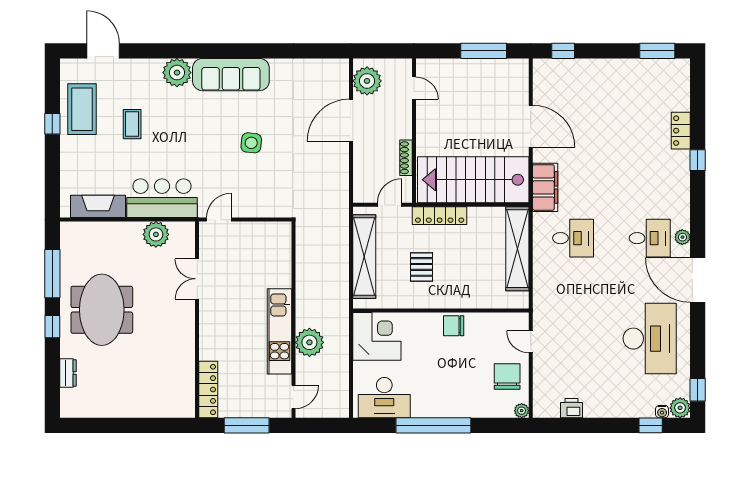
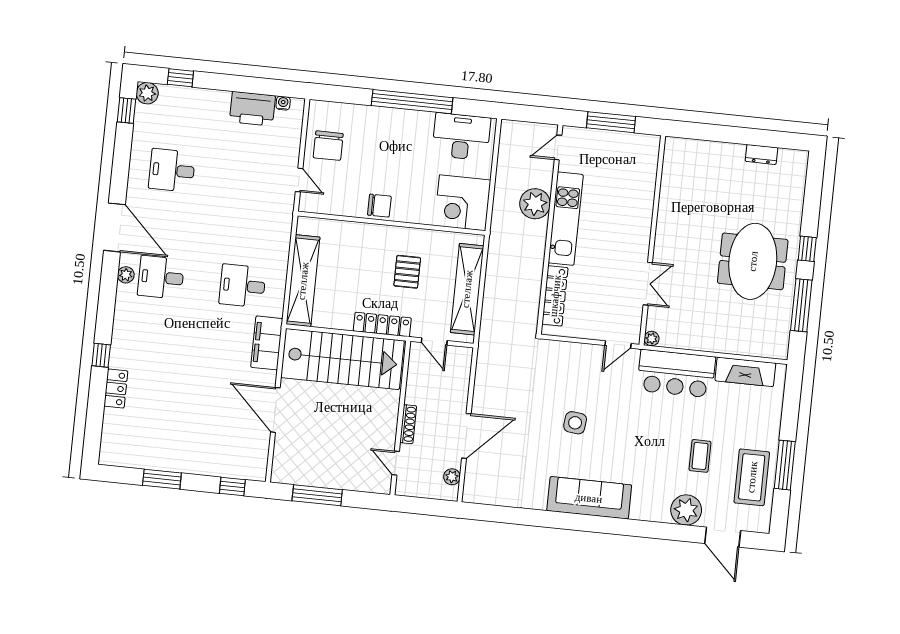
window: (657, 51) -> (162, 479), moved
plant: (177, 73) -> (686, 510), moved
plant: (367, 81) -> (452, 477), width x0.53, depth x0.53
window: (52, 124) -> (785, 465), width x2.17
shoe rack: (406, 158) -> (408, 424), moved
door: (390, 205) -> (434, 342), hinge flipped
plant: (156, 234) -> (652, 339), moved, width x0.53, depth x0.53
desk: (650, 339) -> (172, 170), width x0.53, depth x0.77
dresser: (68, 373) -> (761, 154), moved, turned -90
locker: (208, 390) -> (555, 296), moved, turned 180
printer: (572, 408) -> (252, 109), width x1.87, depth x1.48
plant: (522, 411) -> (316, 108), removed
water cooler: (662, 412) -> (283, 103), moved

